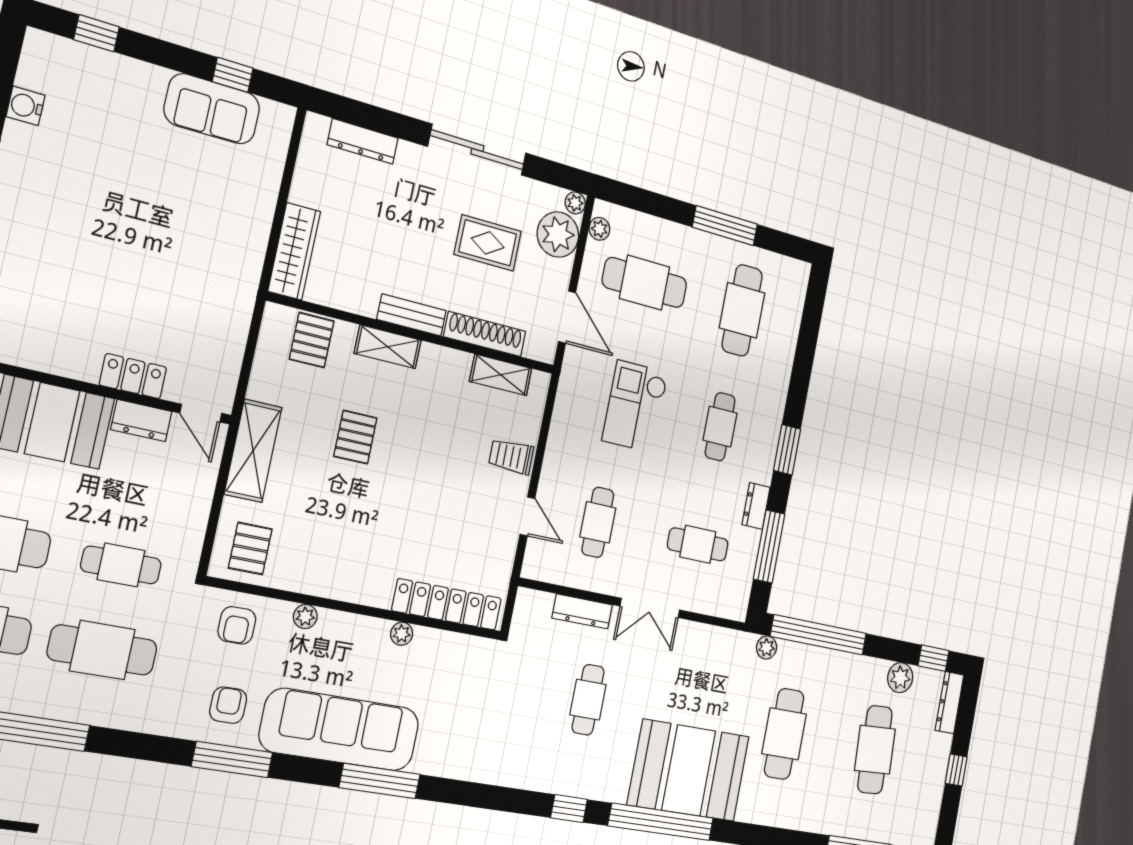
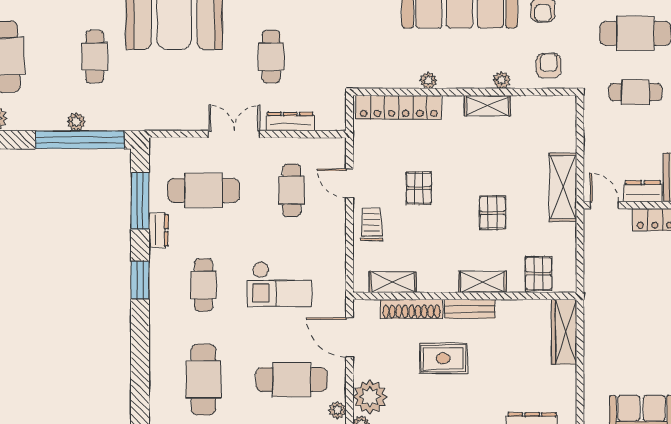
rug: (488, 243) -> (443, 358), moved
checkout: (635, 406) -> (279, 284), turned 90
trolley: (511, 456) -> (372, 225), turned -90
cafe table: (698, 544) -> (204, 190), width x1.37, depth x1.35
pallet: (250, 548) -> (419, 188), moved
shelving: (332, 585) -> (487, 106), added
plant: (767, 647) -> (76, 122), moved
cafe table: (784, 734) -> (95, 57), width x0.73, depth x0.74

